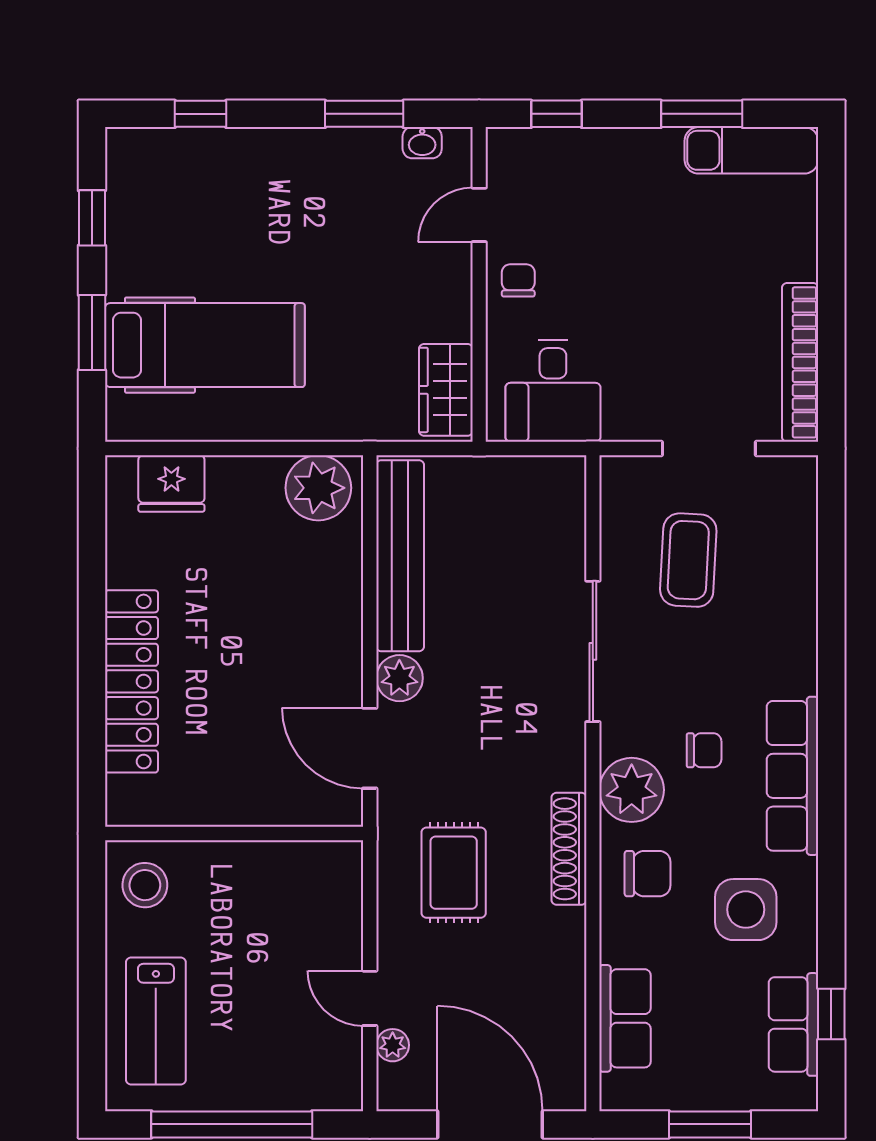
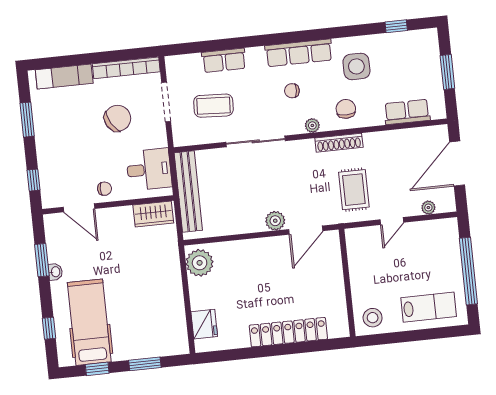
washbasin: (422, 143) -> (55, 272), moved
exam couch: (751, 150) -> (64, 77), moved, turned 90
door: (479, 215) -> (79, 208), width x1.38
chair: (518, 280) -> (105, 189), turned 180
chair: (682, 329) -> (118, 118), added
hospital bed: (205, 345) -> (89, 322), moved
bench: (400, 556) -> (188, 191), moved, turned 90
chair: (704, 750) -> (292, 91), turned -85
plant: (632, 790) -> (312, 125), width x0.53, depth x0.53
rug: (454, 873) -> (354, 190), turned 90
door: (370, 998) -> (392, 221), moved
row of seats: (794, 1024) -> (224, 60), moved

